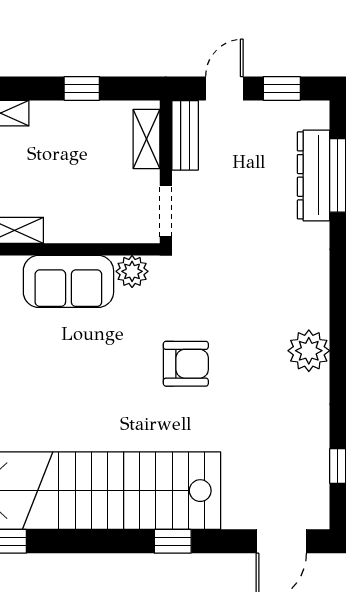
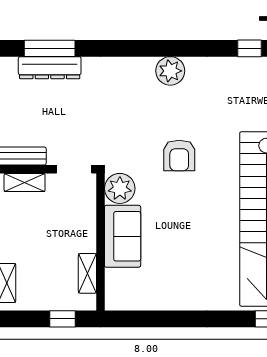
plant: (132, 271) -> (120, 188), width x1.36, depth x1.36
armchair: (186, 364) -> (179, 155), turned 180

